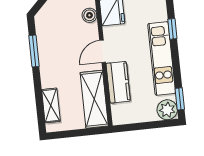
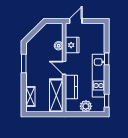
door: (103, 51) -> (64, 68), hinge flipped
plant: (167, 110) -> (86, 106), moved

